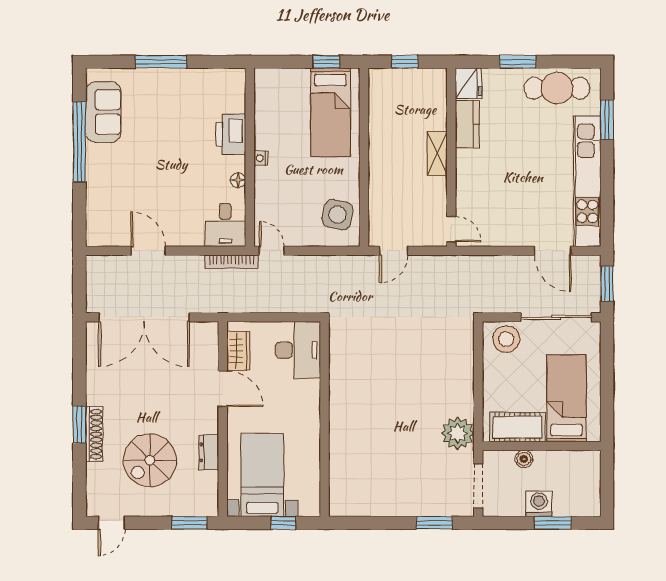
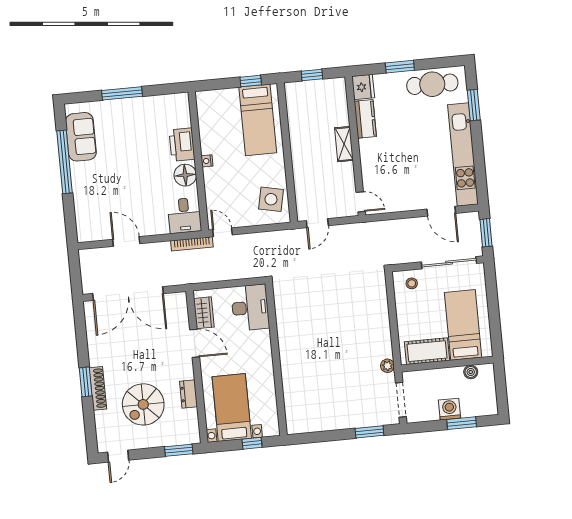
floor lamp: (238, 180) -> (185, 175), width x1.89, depth x1.89
stool: (506, 339) -> (412, 283), width x0.53, depth x0.53
plant: (458, 433) -> (387, 366), width x0.53, depth x0.53
boiler: (524, 459) -> (471, 372), moved

